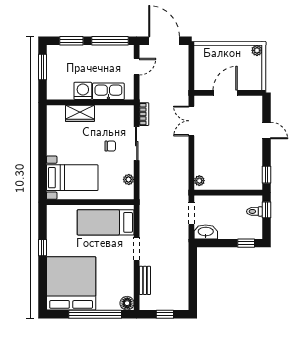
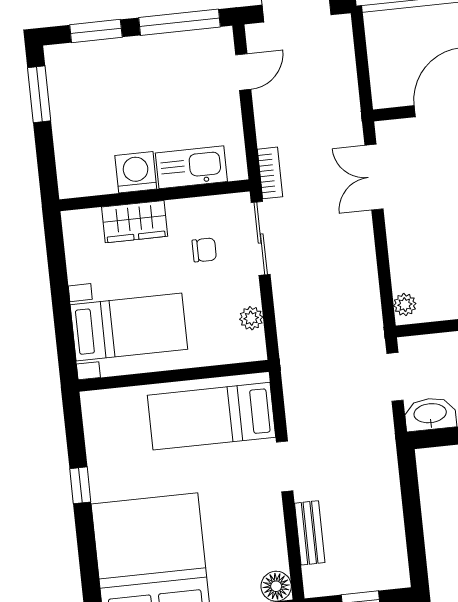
washing machine: (83, 91) -> (136, 172), moved
kitchen sink: (108, 91) -> (191, 167), moved
wall: (90, 102) -> (154, 195), moved
wardrobe: (80, 113) -> (135, 222), moved

